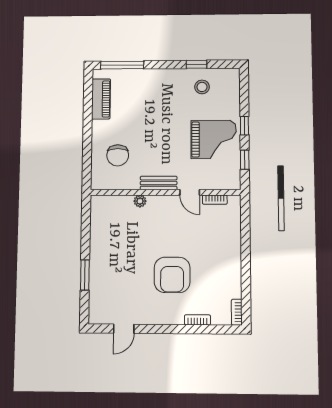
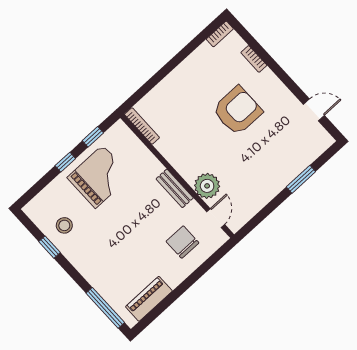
grand piano: (214, 139) -> (99, 177), turned 90
chair: (118, 155) -> (182, 242), turned -90
door: (190, 192) -> (216, 218), moved
bookcase: (215, 200) -> (142, 126), width x1.56
plant: (140, 201) -> (207, 186), width x1.87, depth x1.87

